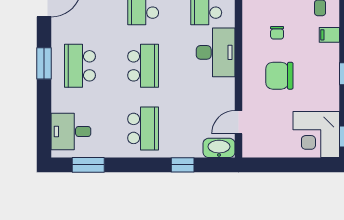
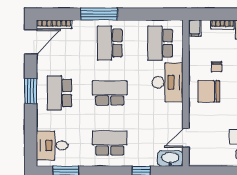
school desk: (143, 66) -> (110, 93), turned -90
chair: (279, 76) -> (209, 91), moved
school desk: (143, 128) -> (110, 143), turned -90

